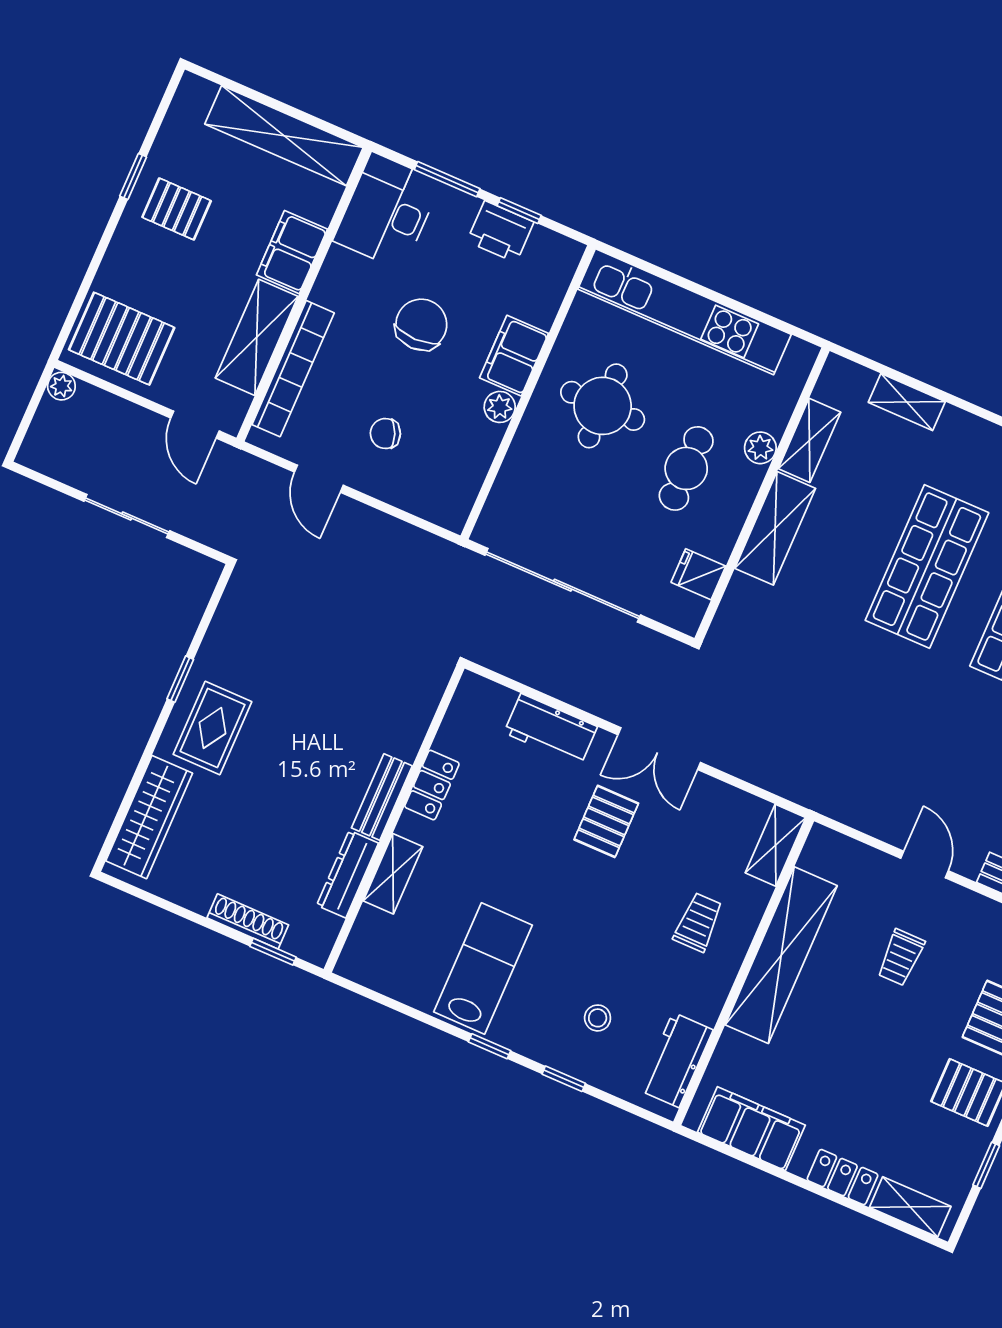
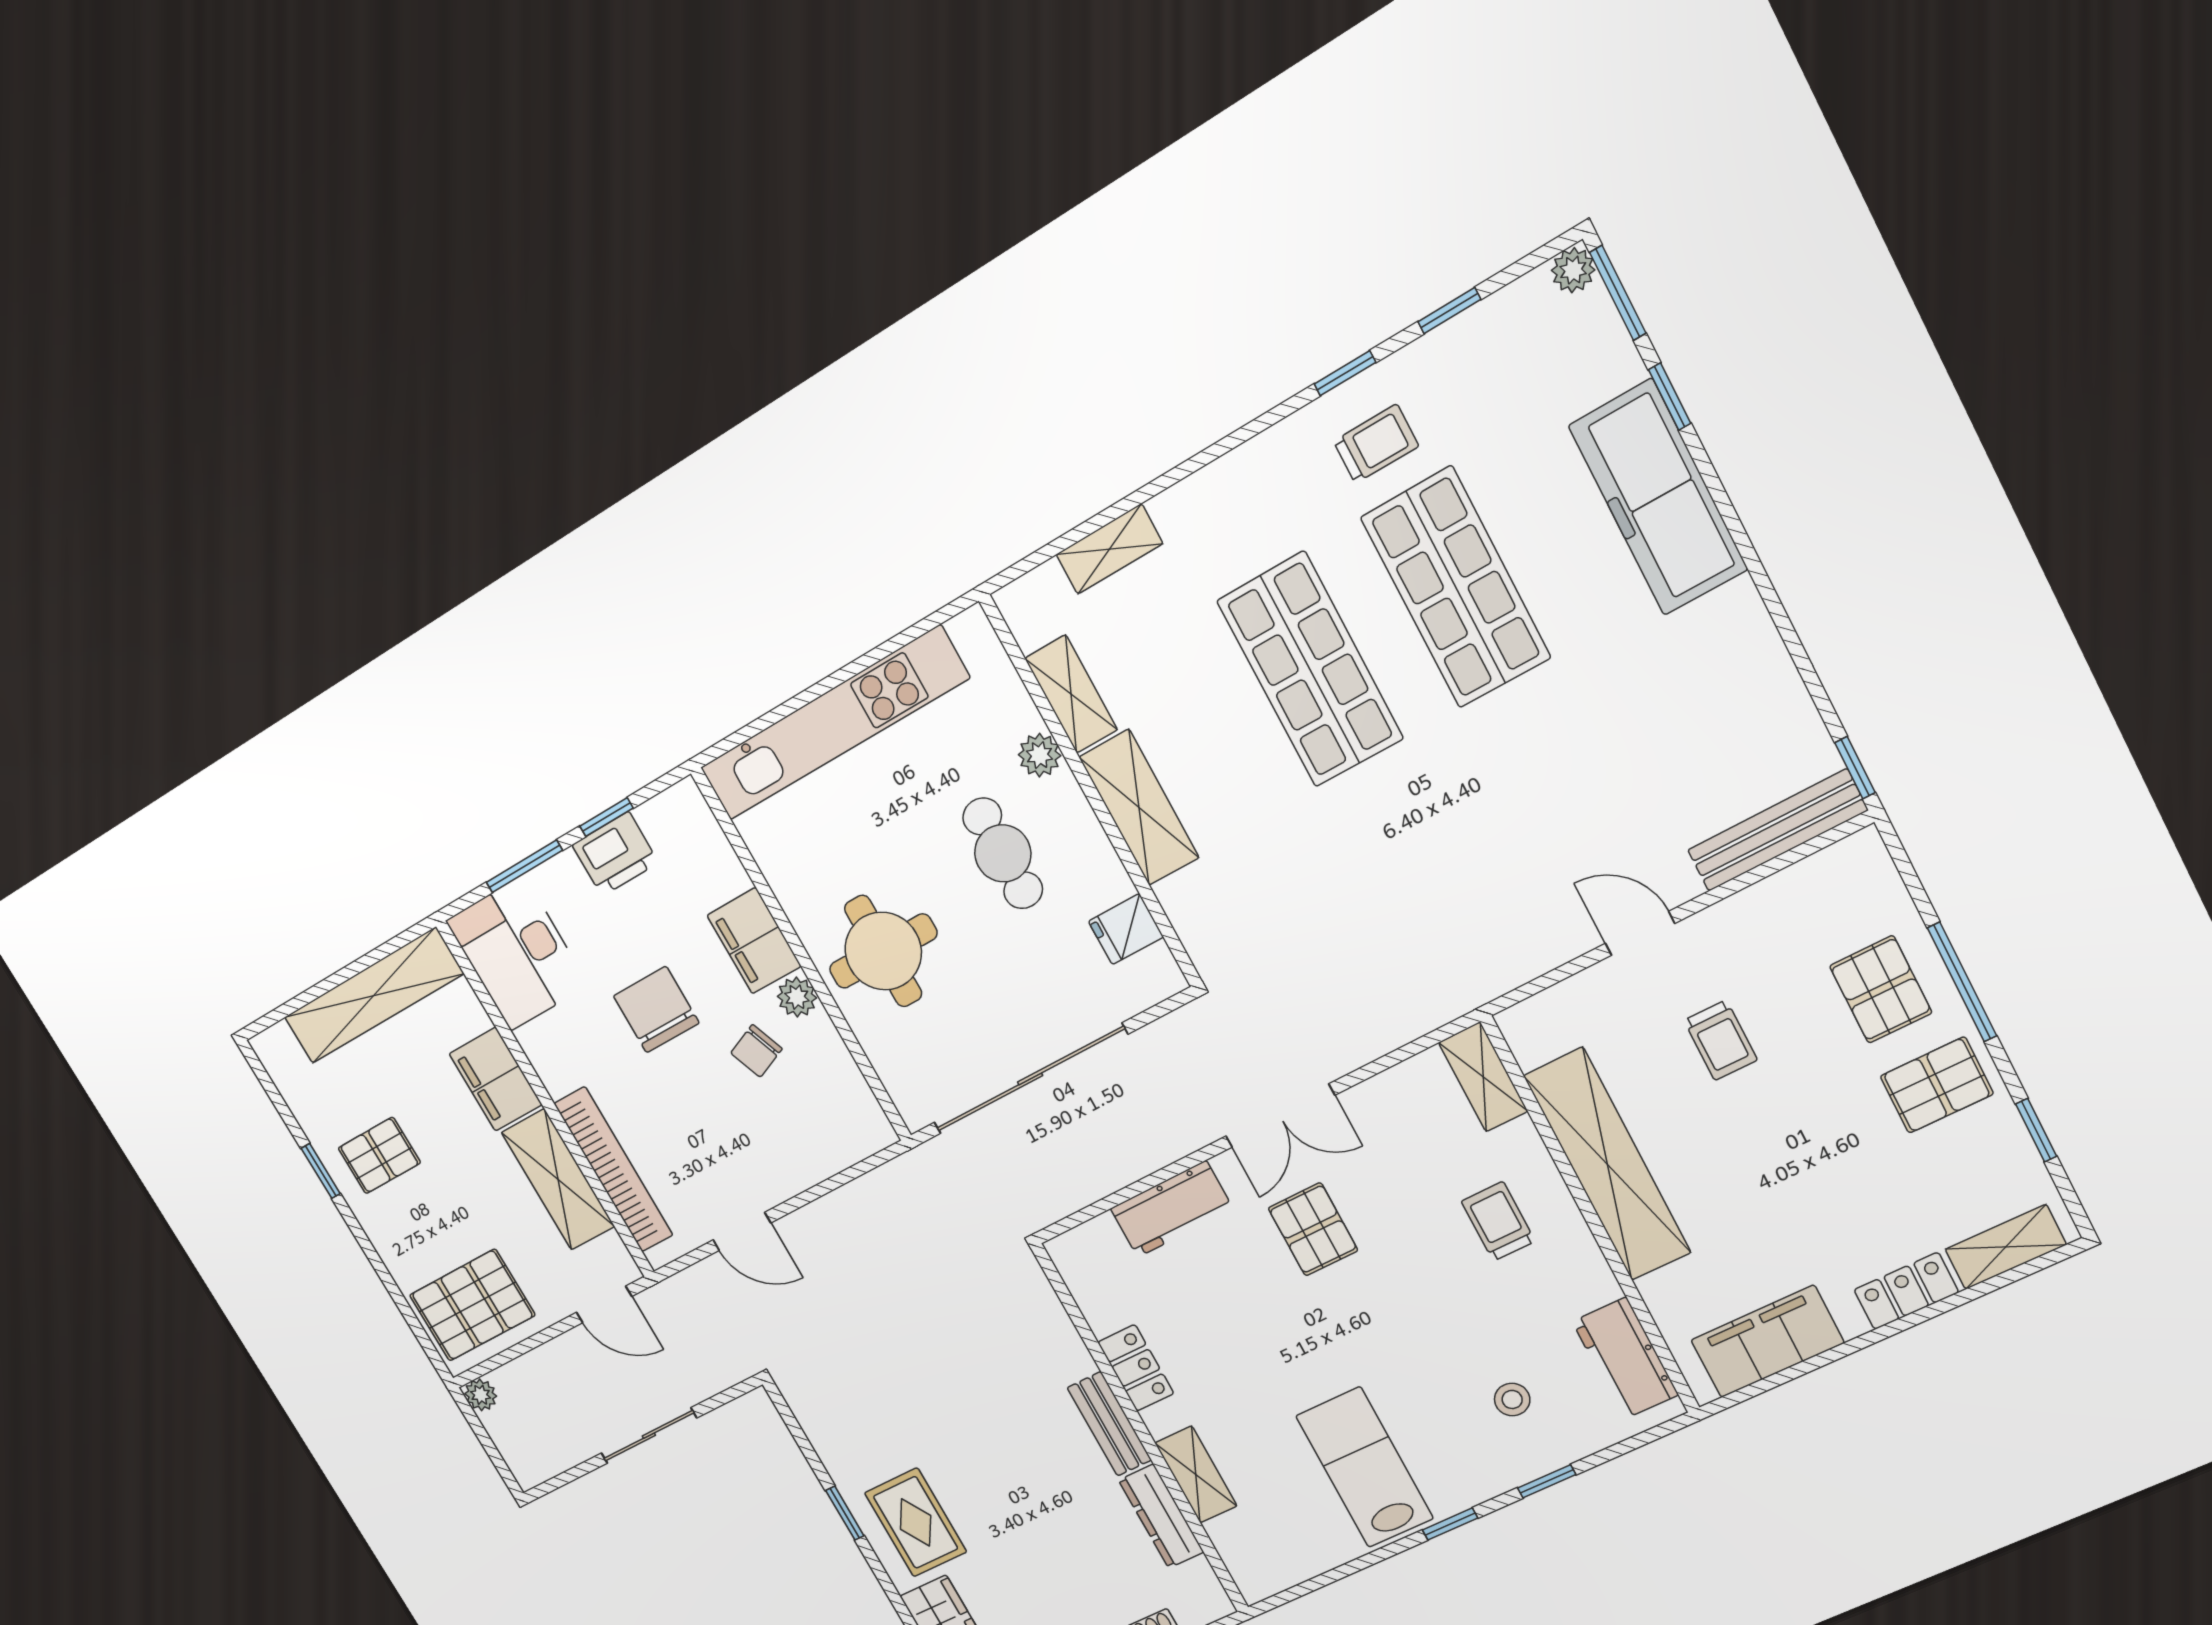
round table: (603, 406) -> (883, 951), moved
chair: (385, 433) -> (756, 1051), moved

